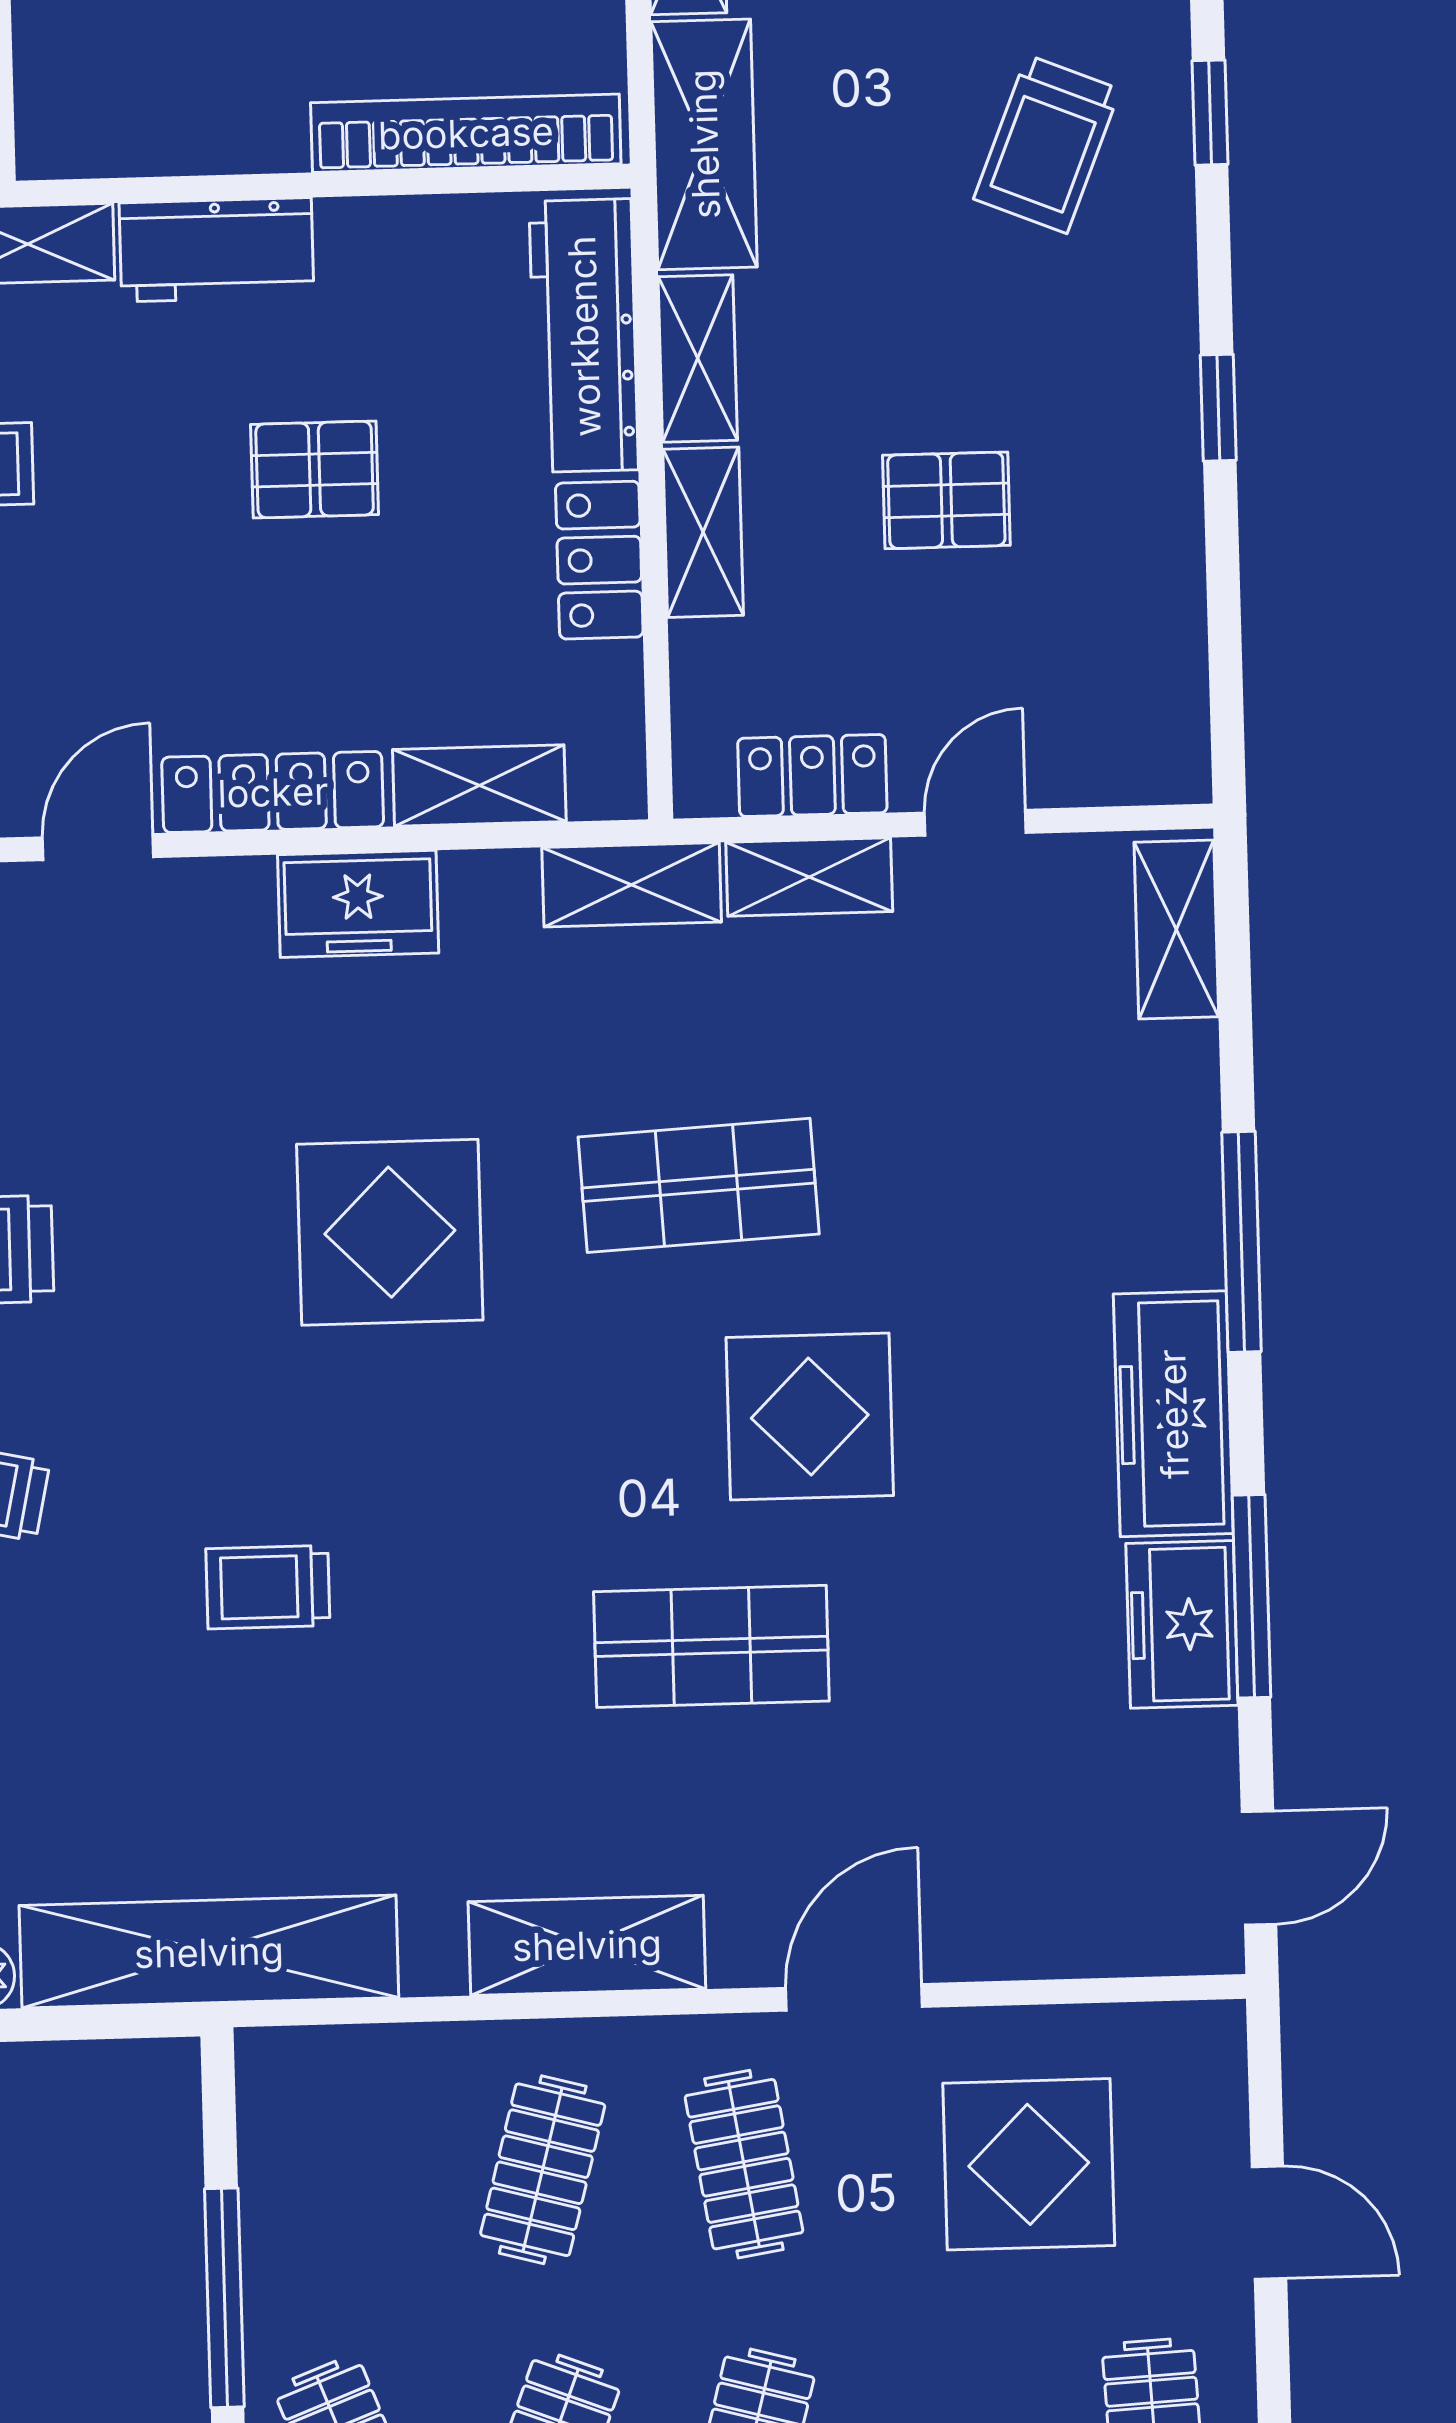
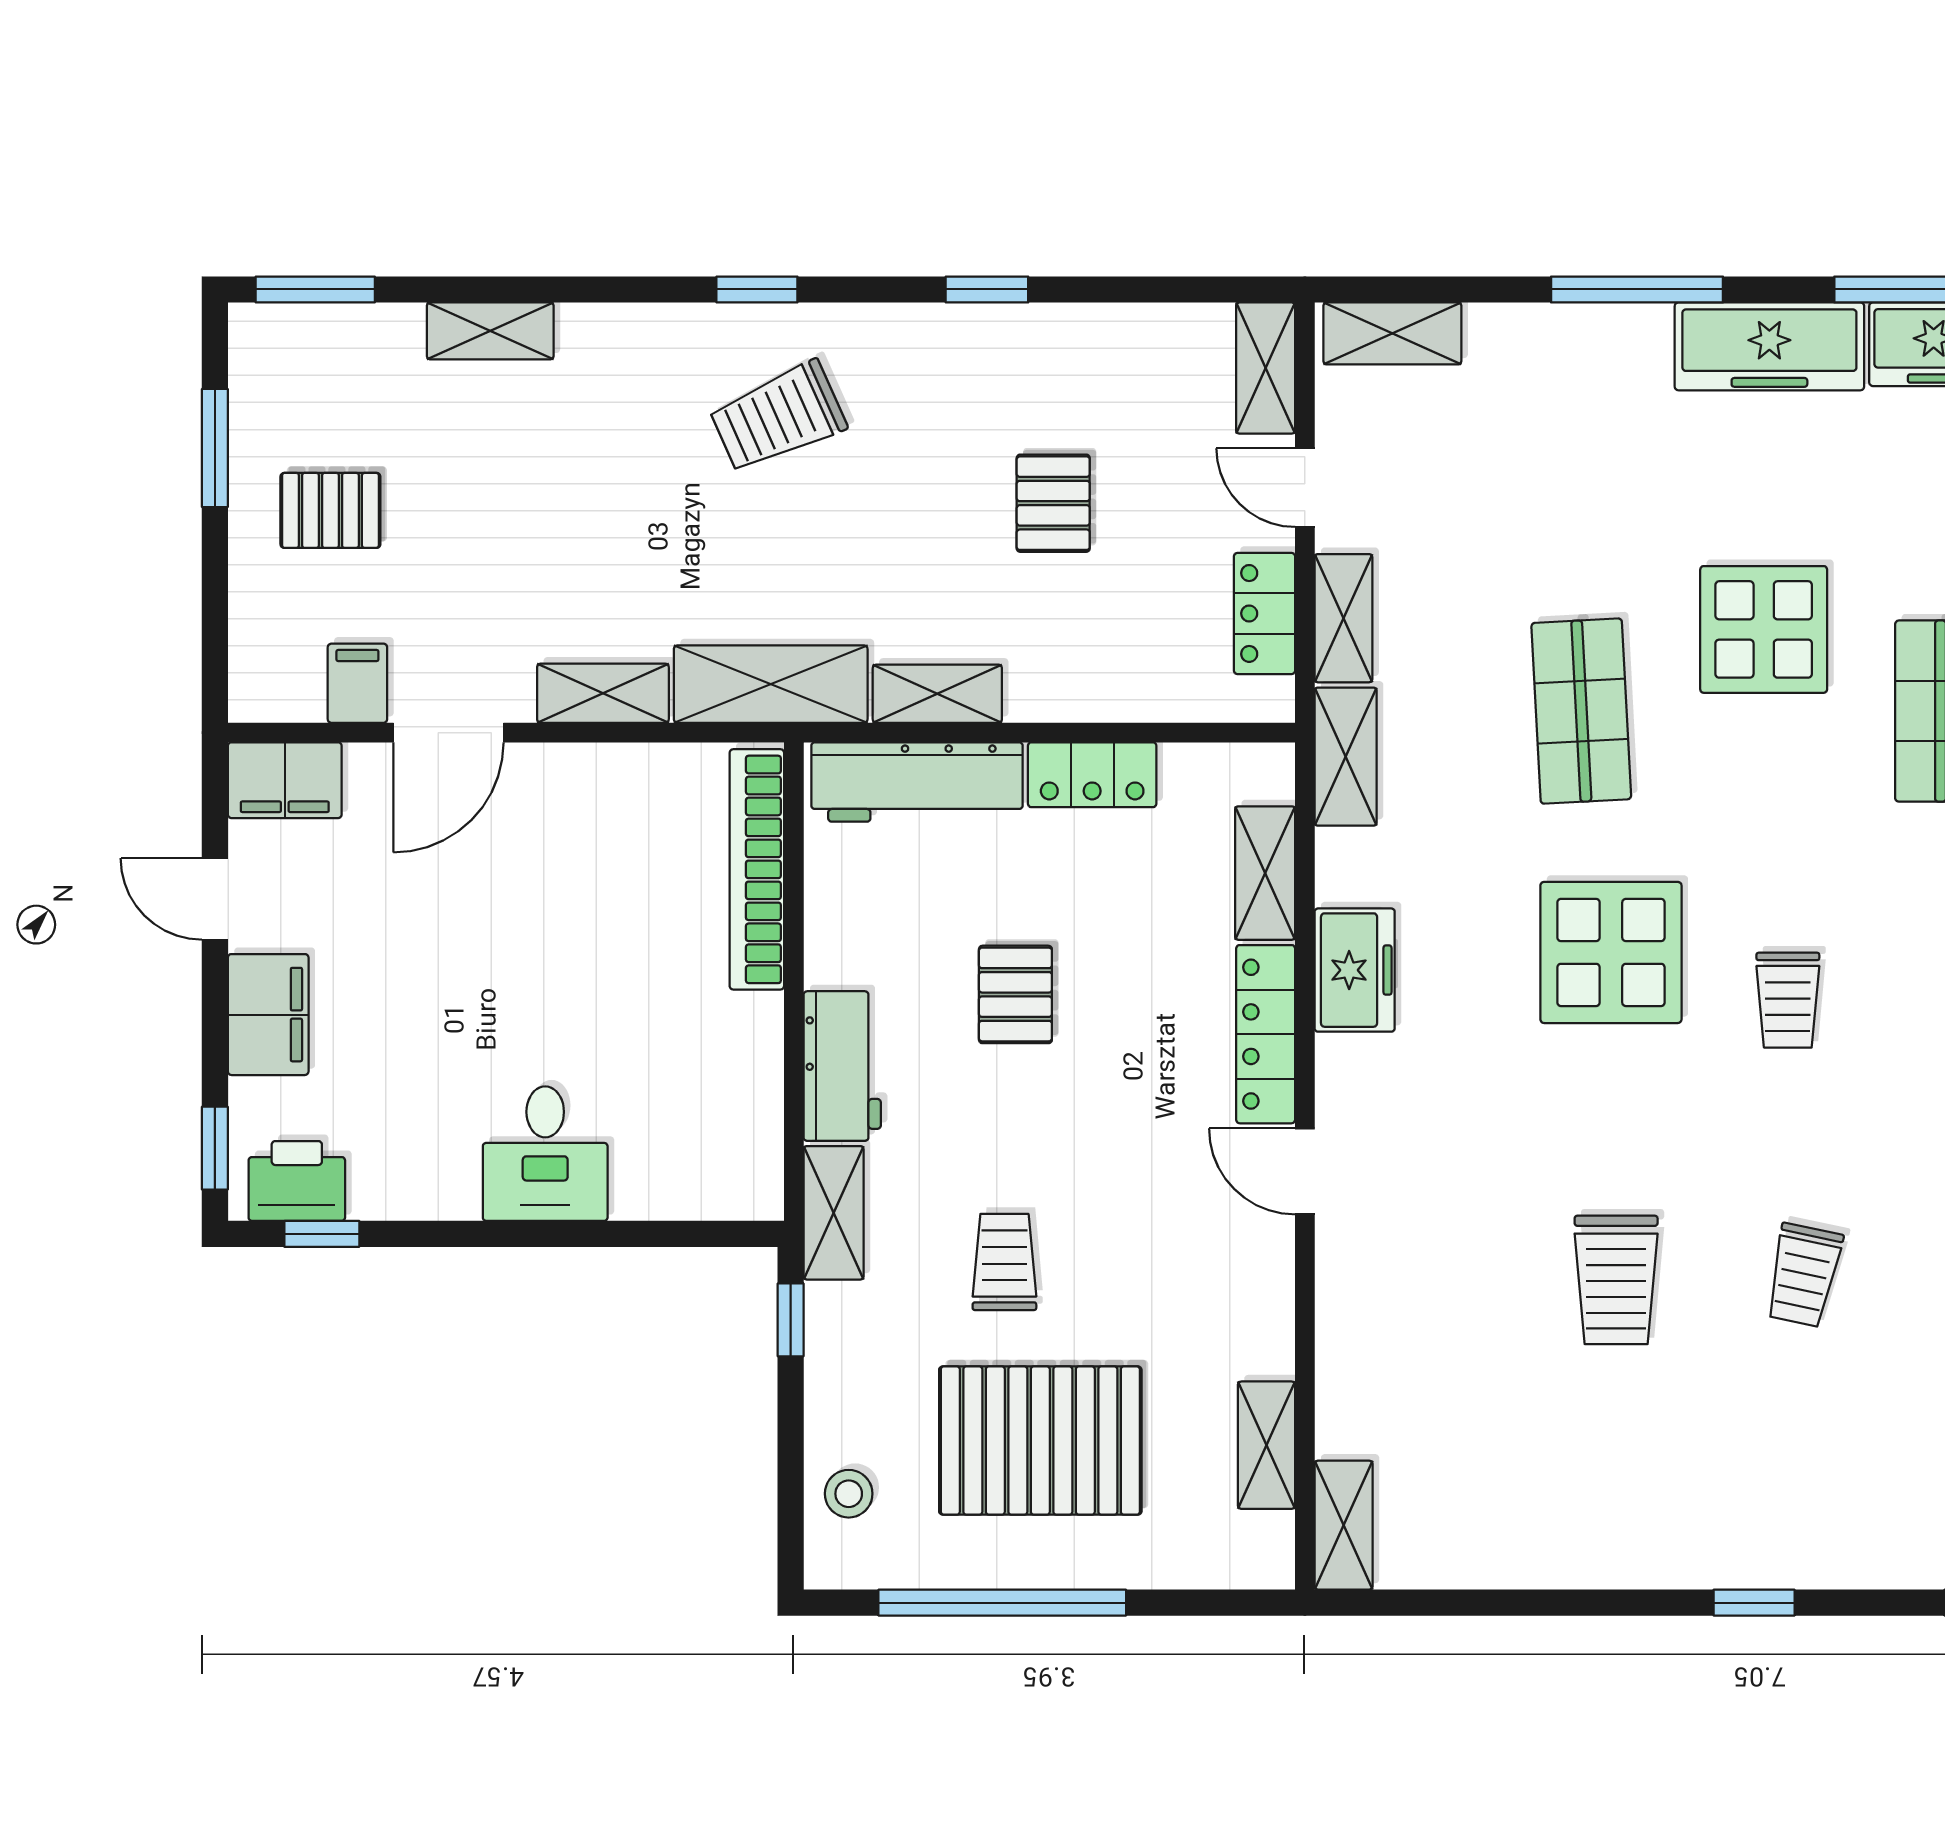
trolley: (1047, 144) -> (778, 417), turned 134
shelving: (703, 532) -> (1266, 368), moved, turned 90
trolley: (268, 1587) -> (1788, 1000), moved

